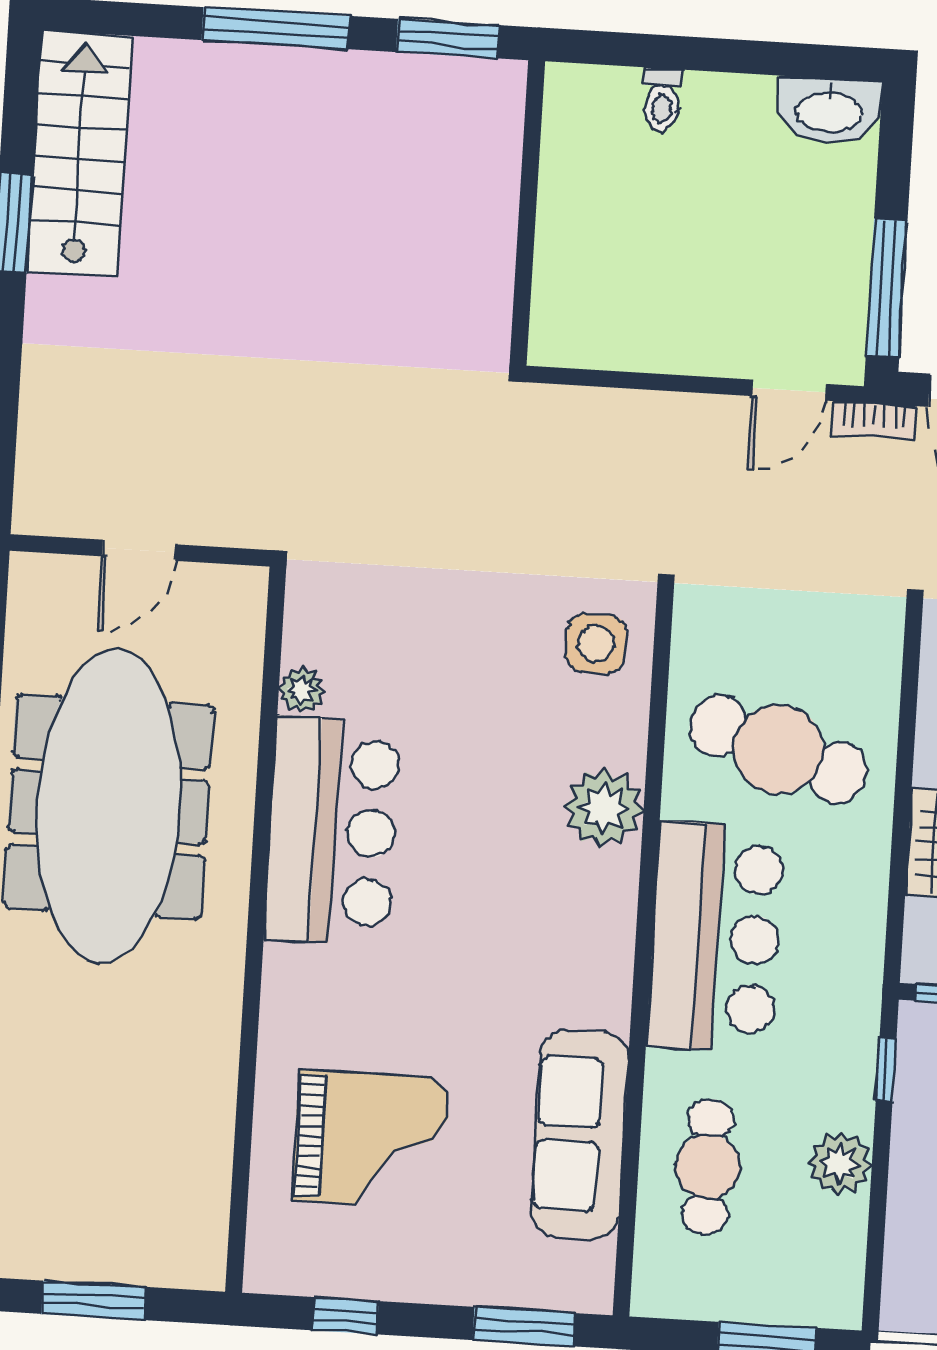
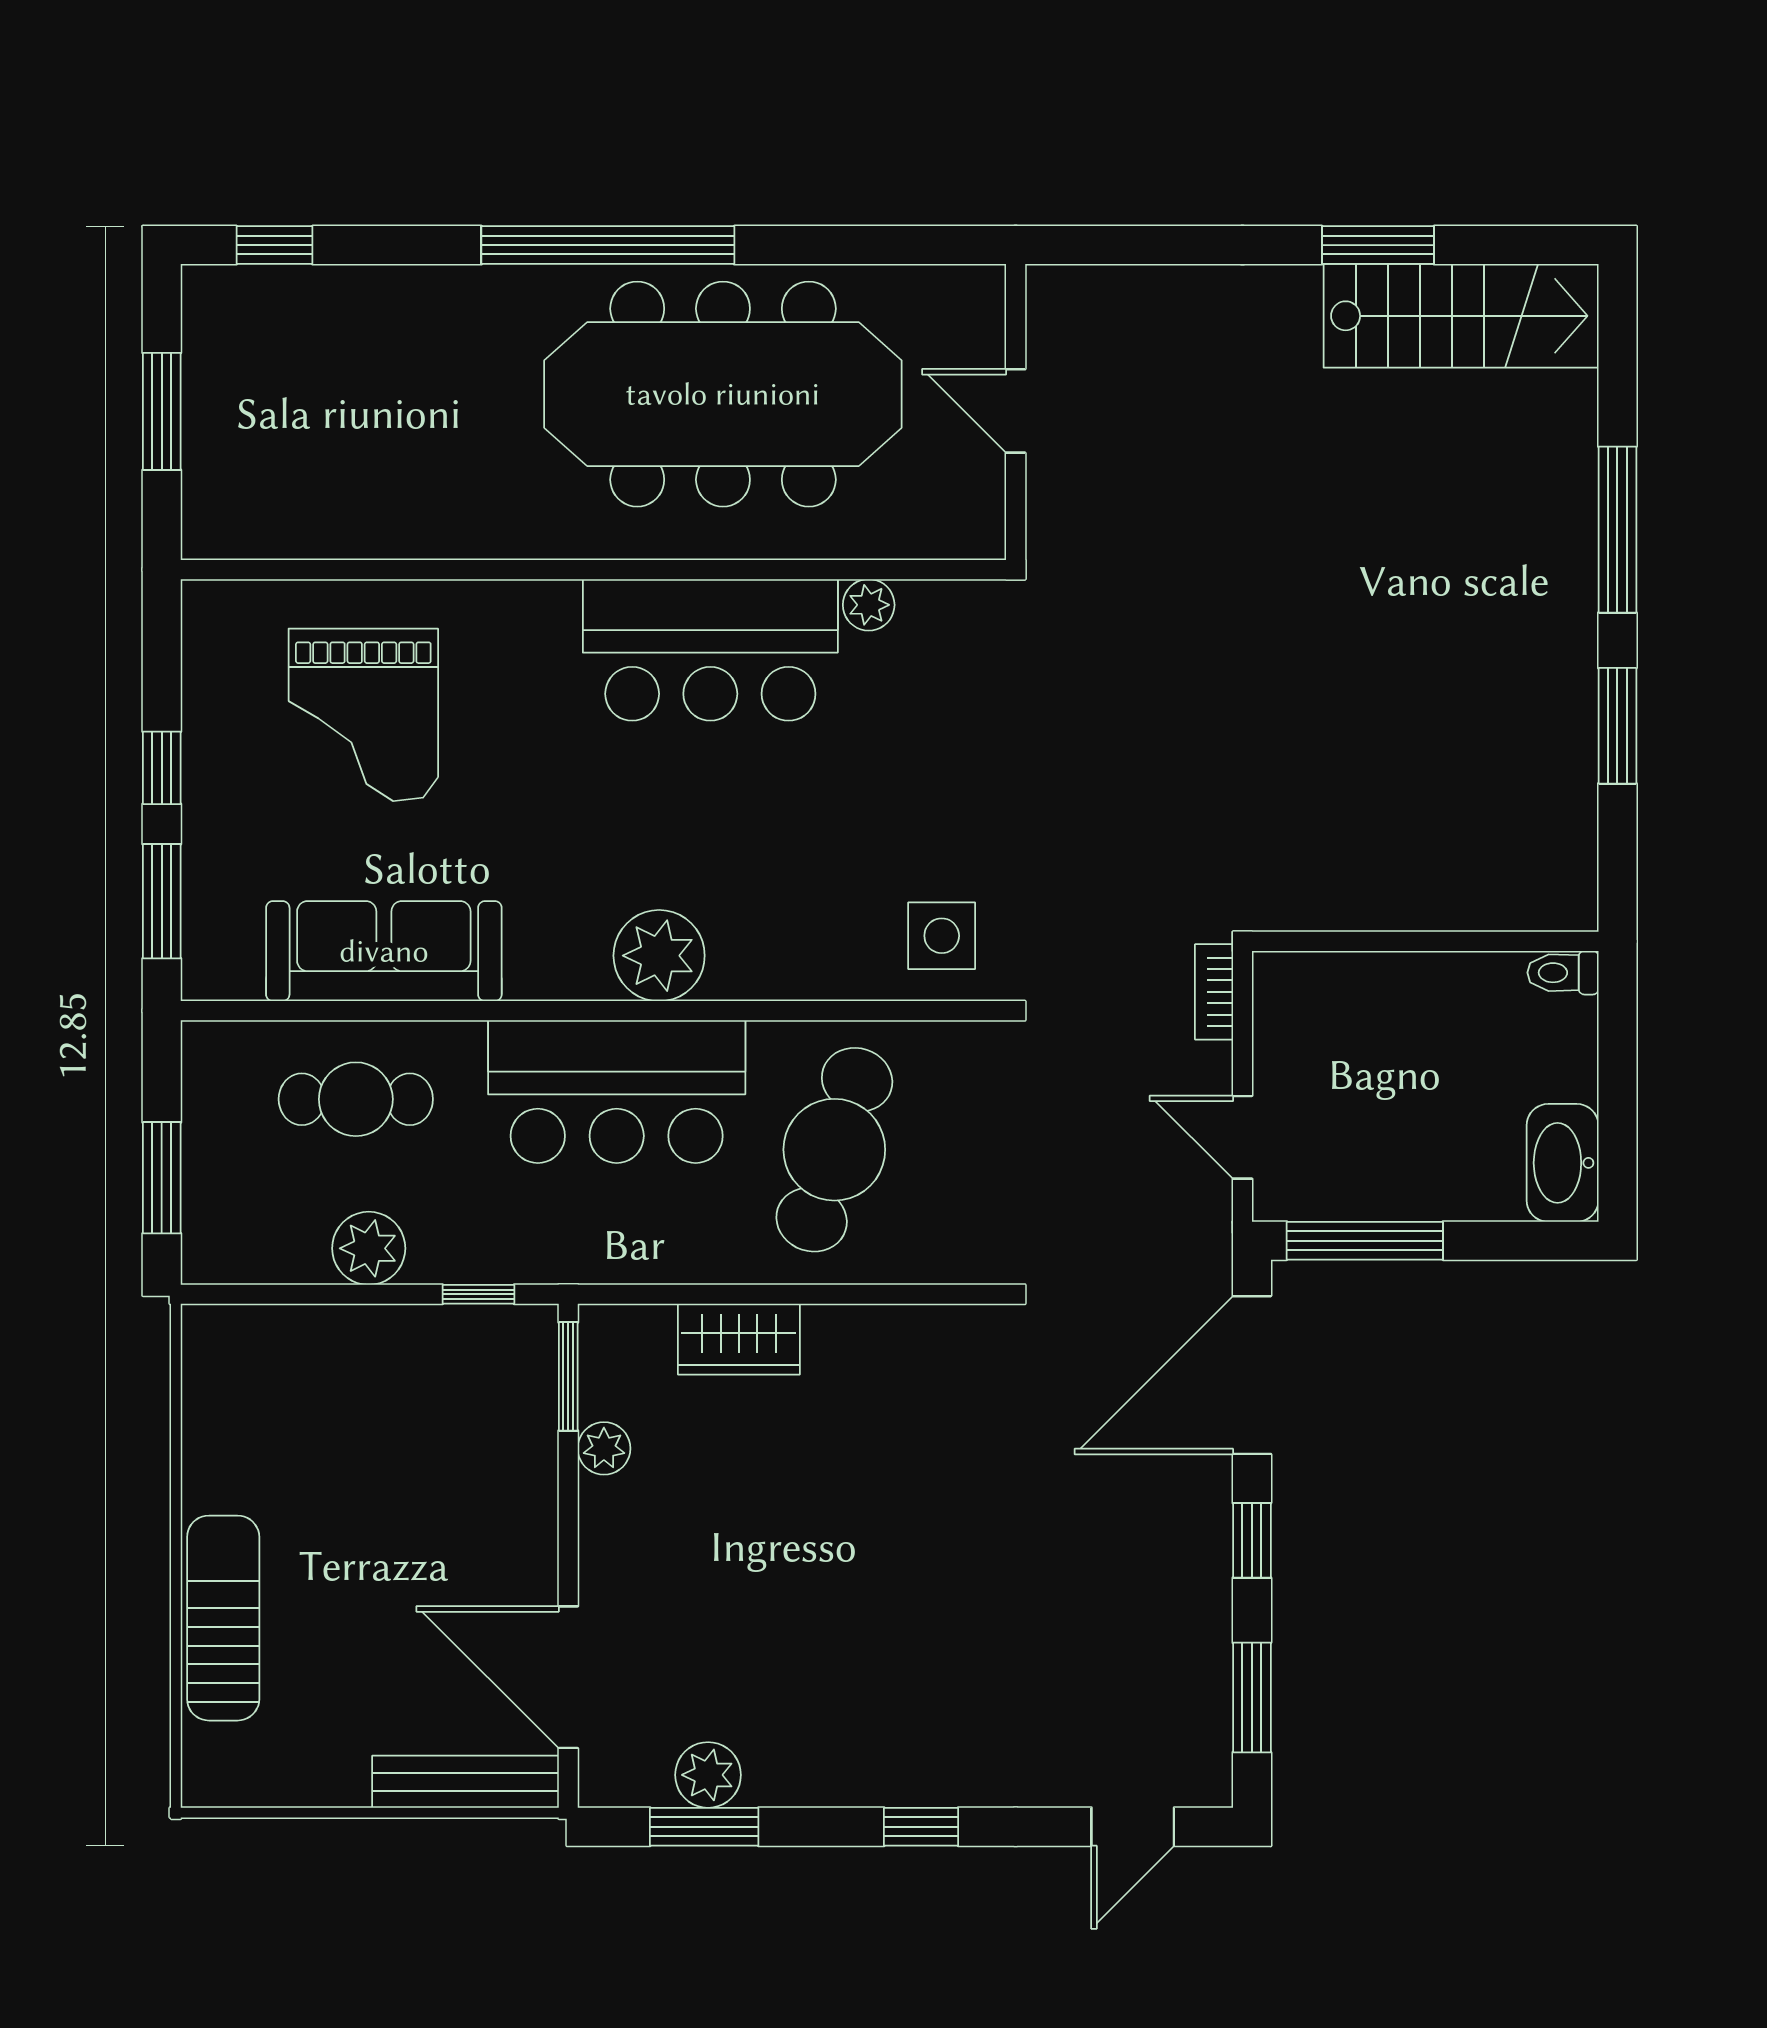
wall: (527, 213) -> (1425, 941), moved
bookcase: (874, 420) -> (1214, 992), moved
plant: (604, 808) -> (659, 956), moved
window: (346, 1316) -> (162, 768), moved

